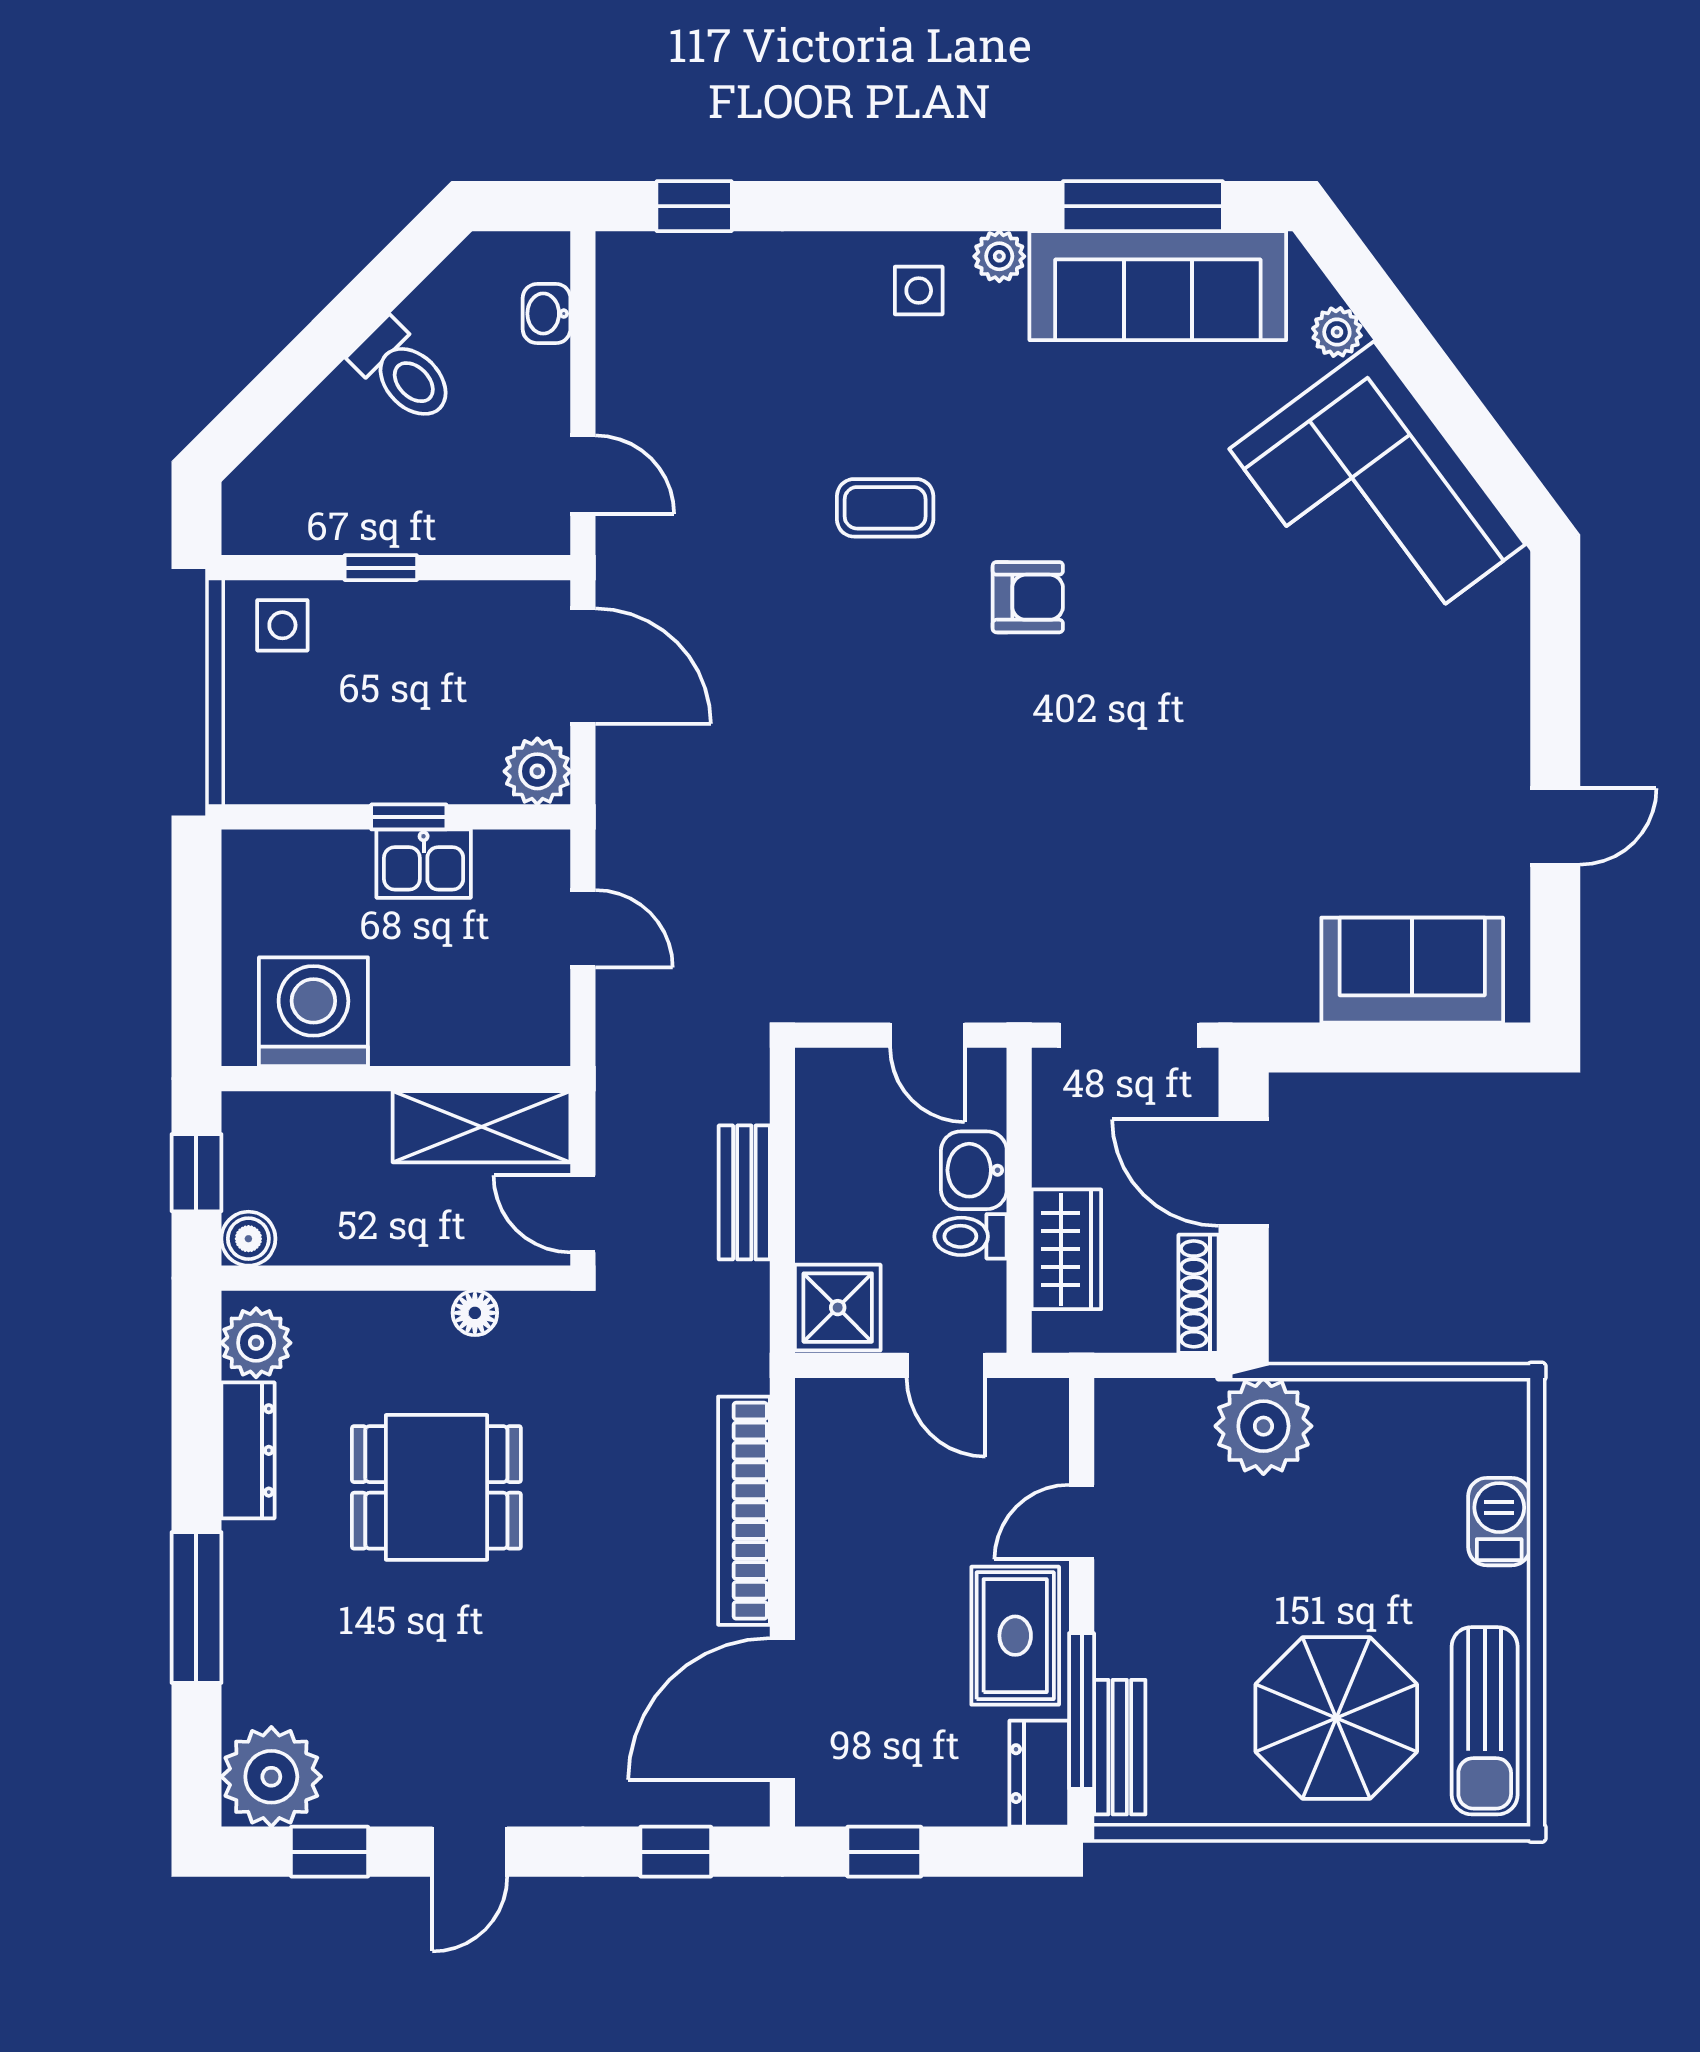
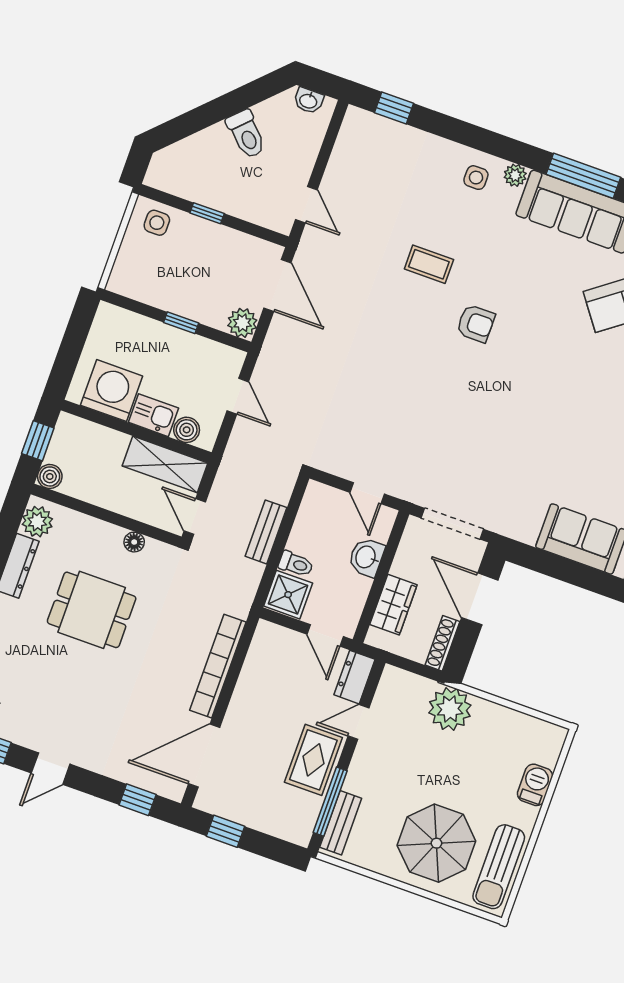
washbasin: (547, 314) -> (308, 101), moved, turned -90
kitchen sink: (424, 864) -> (153, 415), moved, turned 180
boiler: (501, 1038) -> (187, 430), added
toilet: (971, 1236) -> (296, 564), moved, turned 180
dresser: (1039, 1774) -> (355, 677), moved

